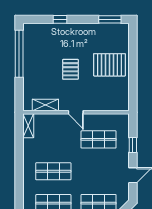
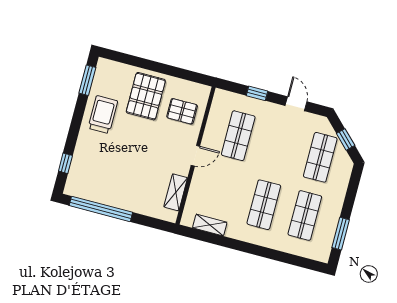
window: (60, 19) -> (65, 163), moved
trolley: (88, 37) -> (103, 114), added
pallet: (70, 69) -> (182, 111), moved
shelving: (28, 126) -> (210, 225), moved

